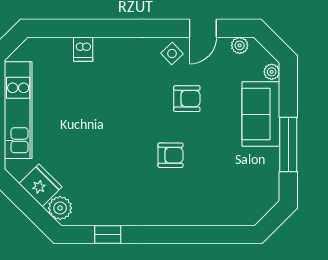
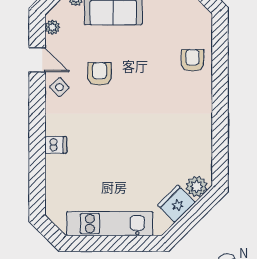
dishwasher: (83, 49) -> (56, 145), moved
armchair: (171, 155) -> (193, 60), moved
window: (108, 234) -> (220, 144), removed

